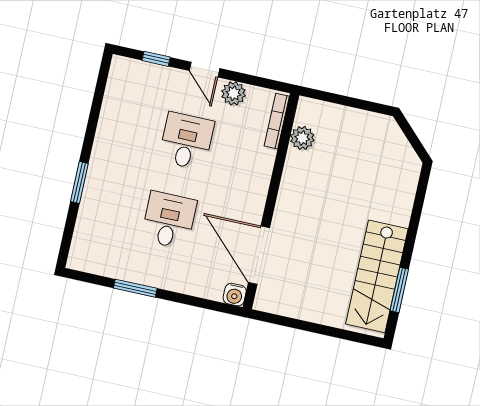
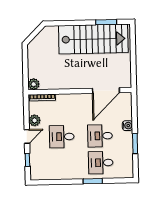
plant: (302, 138) -> (34, 84), moved
desk: (113, 208) -> (101, 163), added
stairs: (377, 276) -> (93, 39), width x1.36, depth x1.51
water cooler: (235, 295) -> (127, 126), moved

